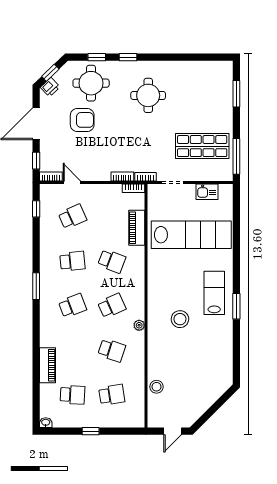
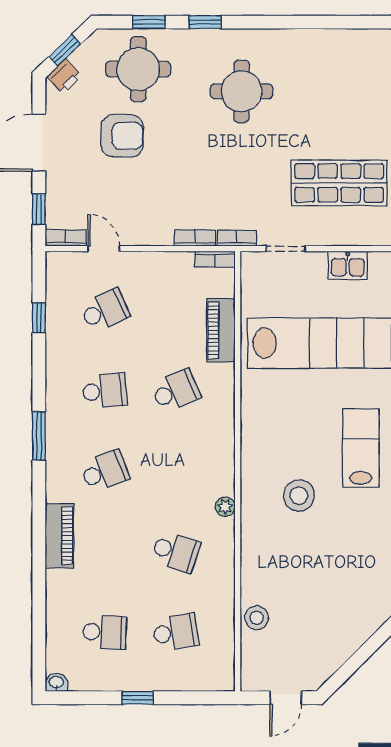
window: (36, 209) -> (39, 318), moved
school desk: (112, 261) -> (176, 391), turned -45
school desk: (112, 306) -> (176, 471), removed
piano: (47, 365) -> (59, 536), moved

